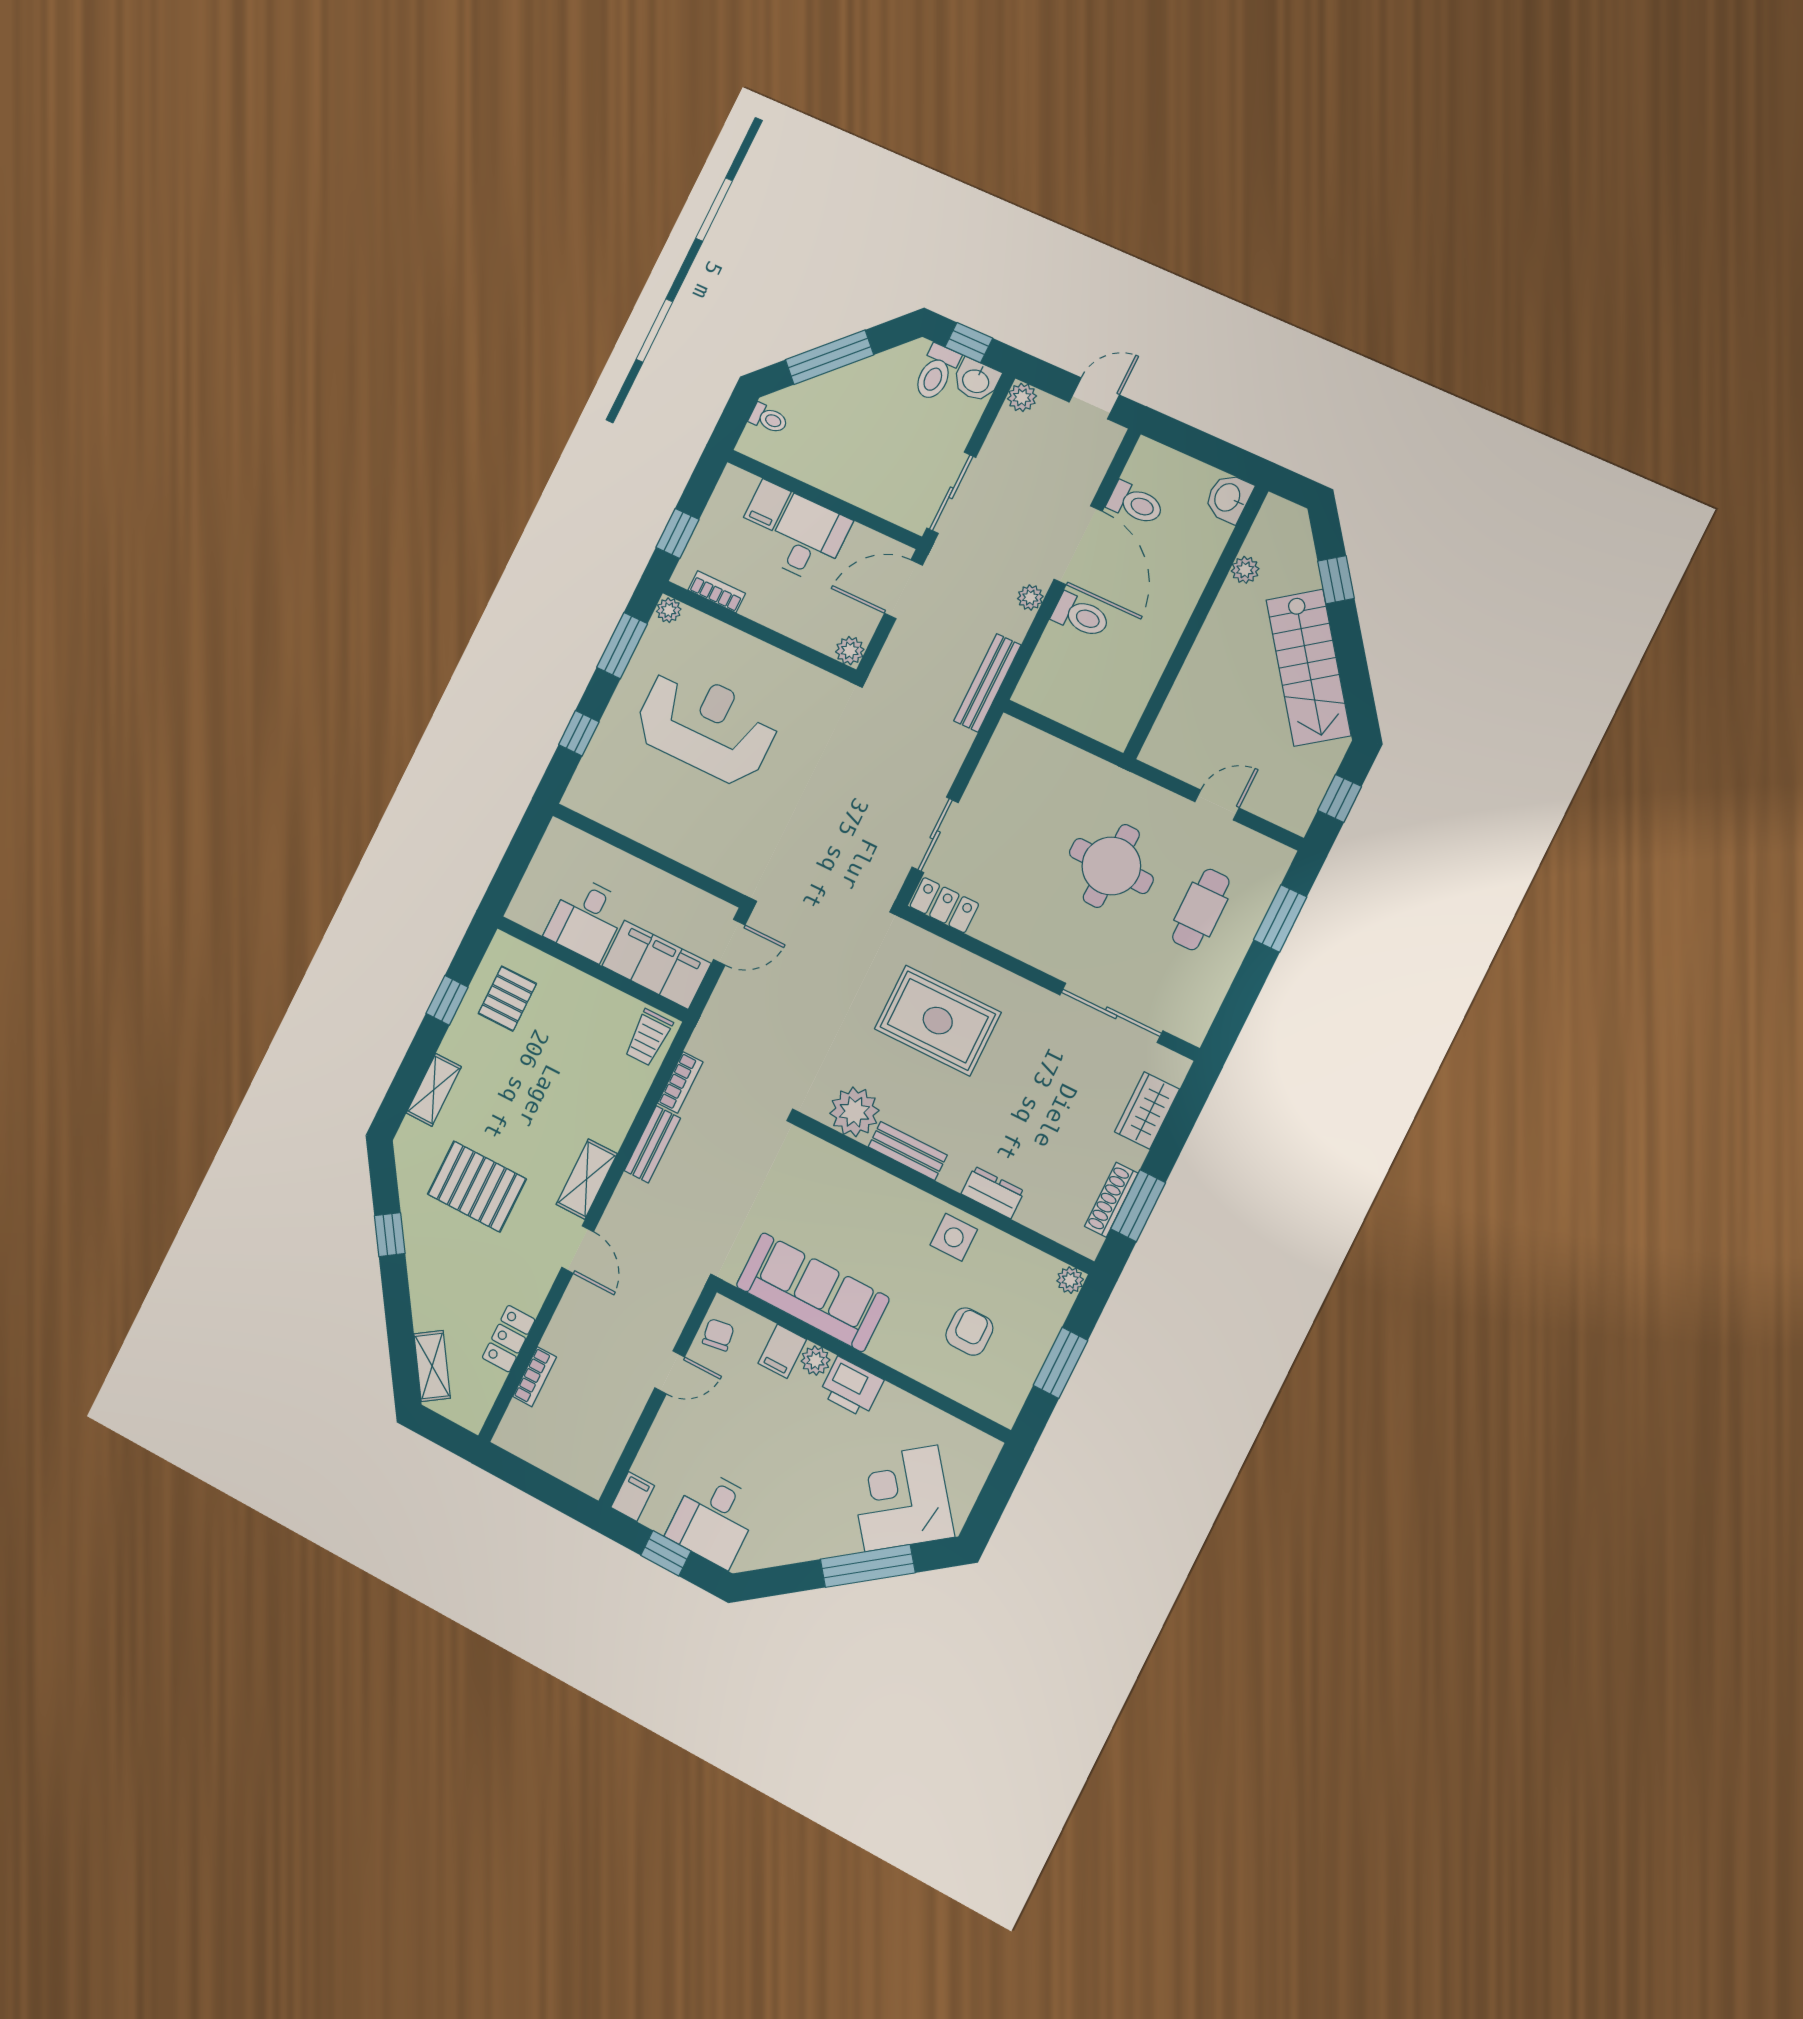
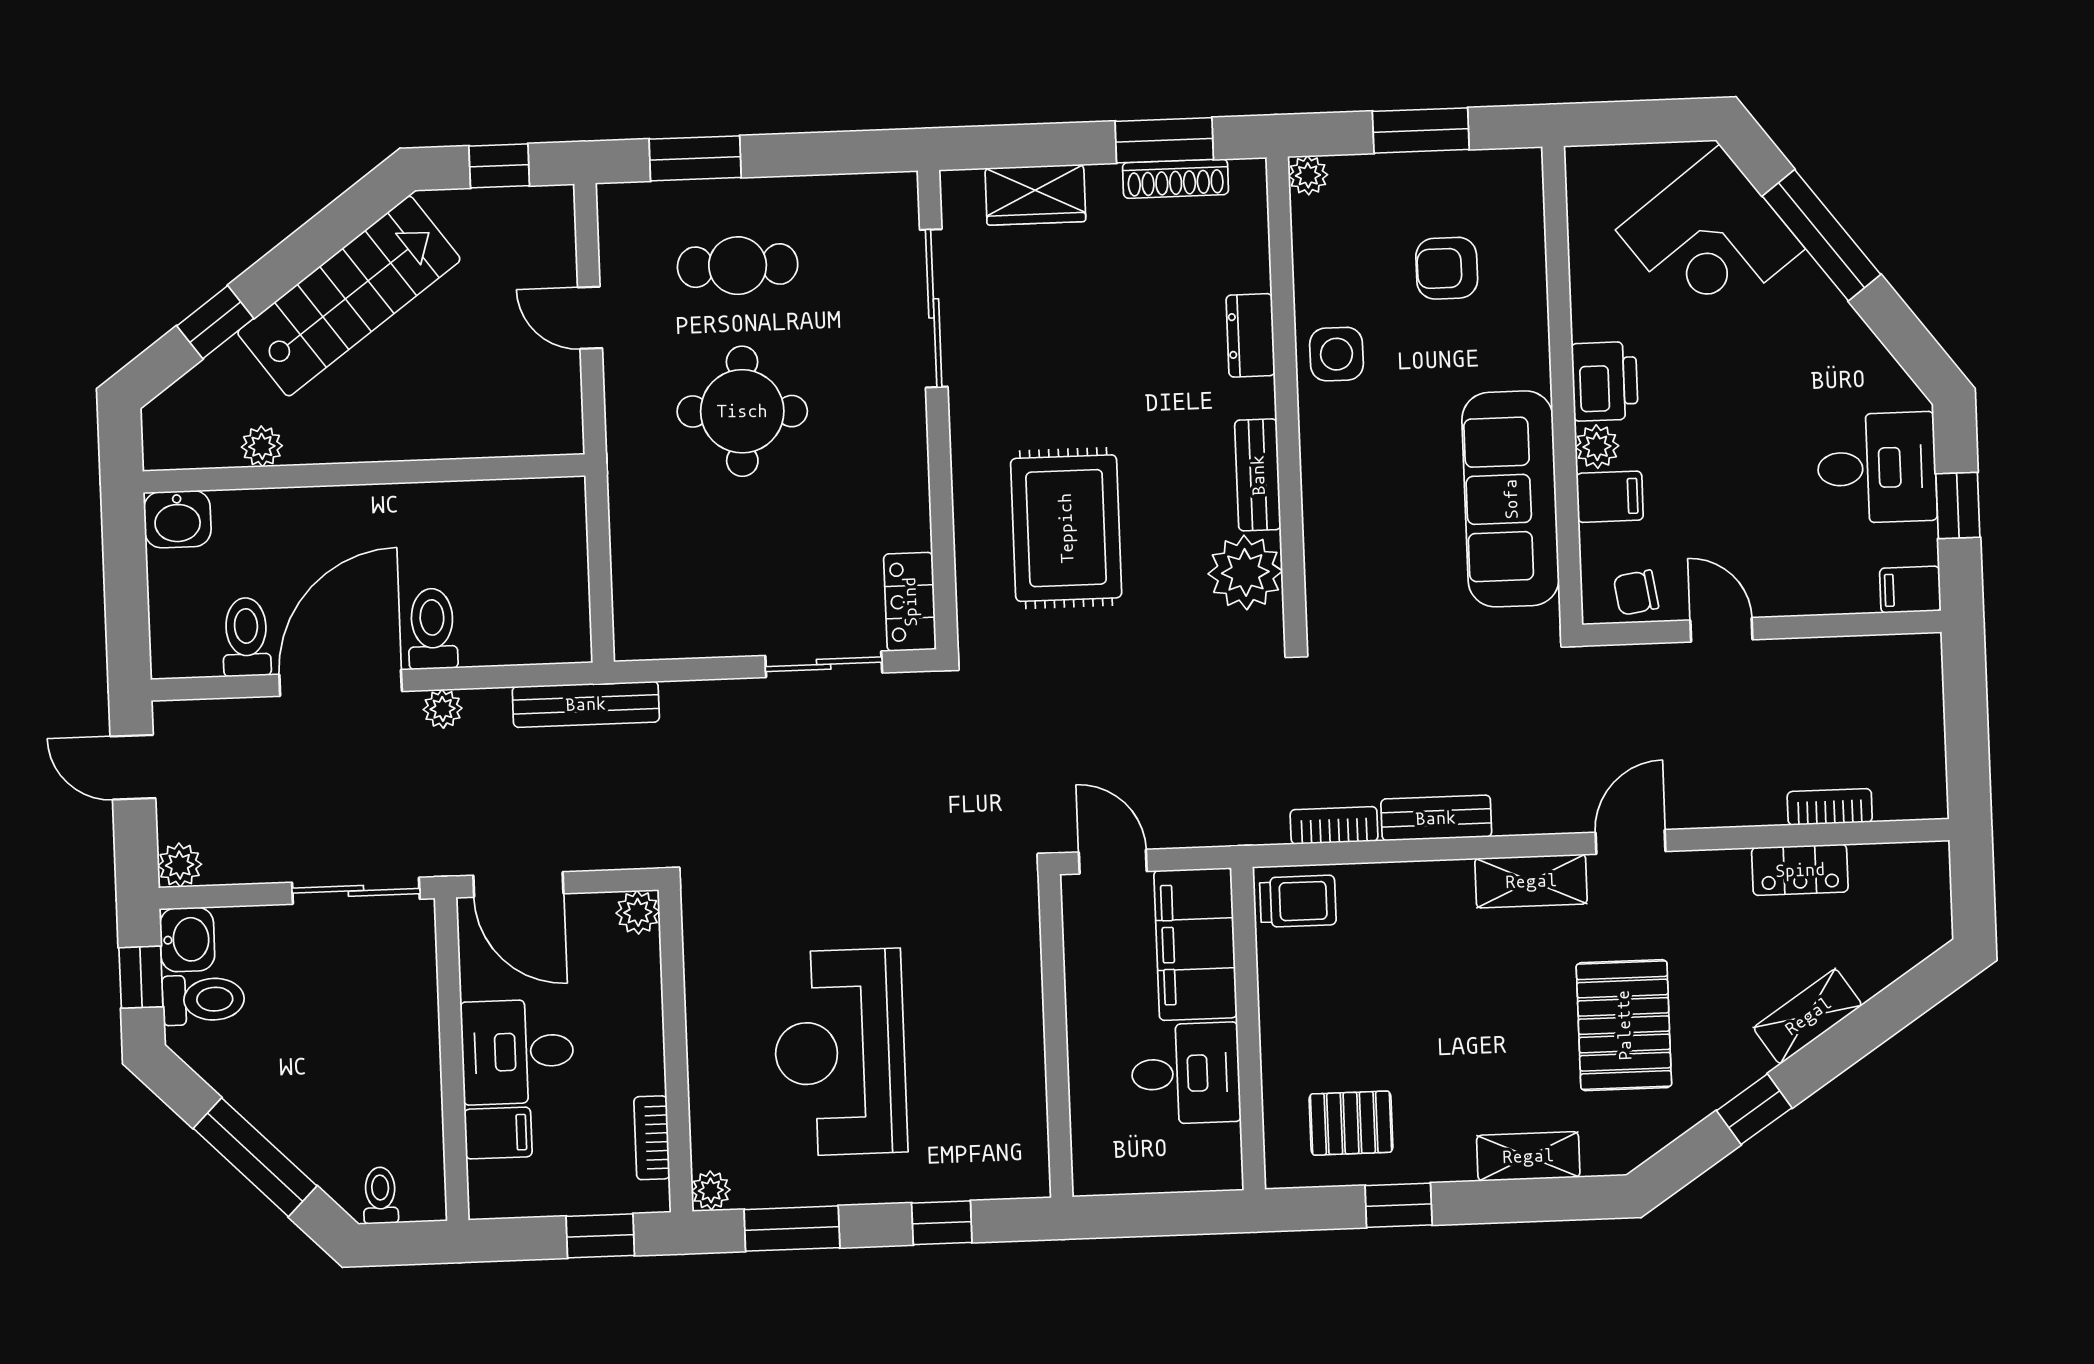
shelving: (432, 1366) -> (1808, 1016), moved

